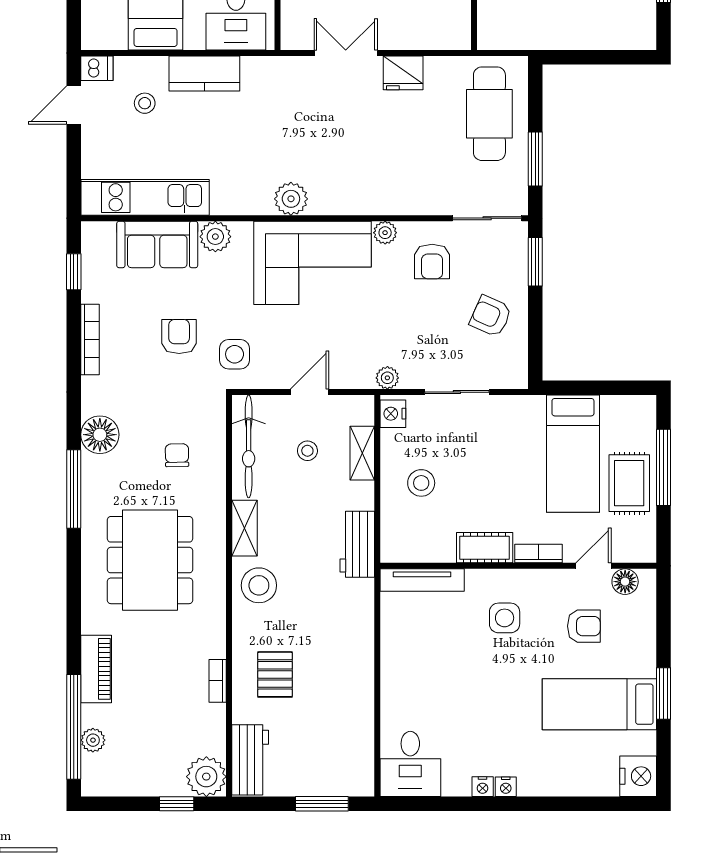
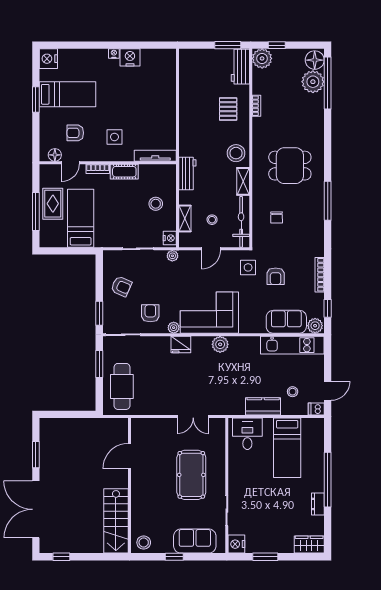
fridge: (403, 73) -> (181, 345), moved, turned 180
plant: (215, 237) -> (315, 326), moved
floor lamp: (100, 435) -> (315, 60), moved
dining table: (150, 560) -> (290, 166), width x0.73
piano: (96, 669) -> (317, 112), removed
plant: (93, 740) -> (313, 82), width x1.87, depth x1.87
desk: (410, 764) -> (161, 65), removed
nightstand: (483, 787) -> (130, 57), width x1.89, depth x1.79
window: (322, 804) -> (228, 45), moved

